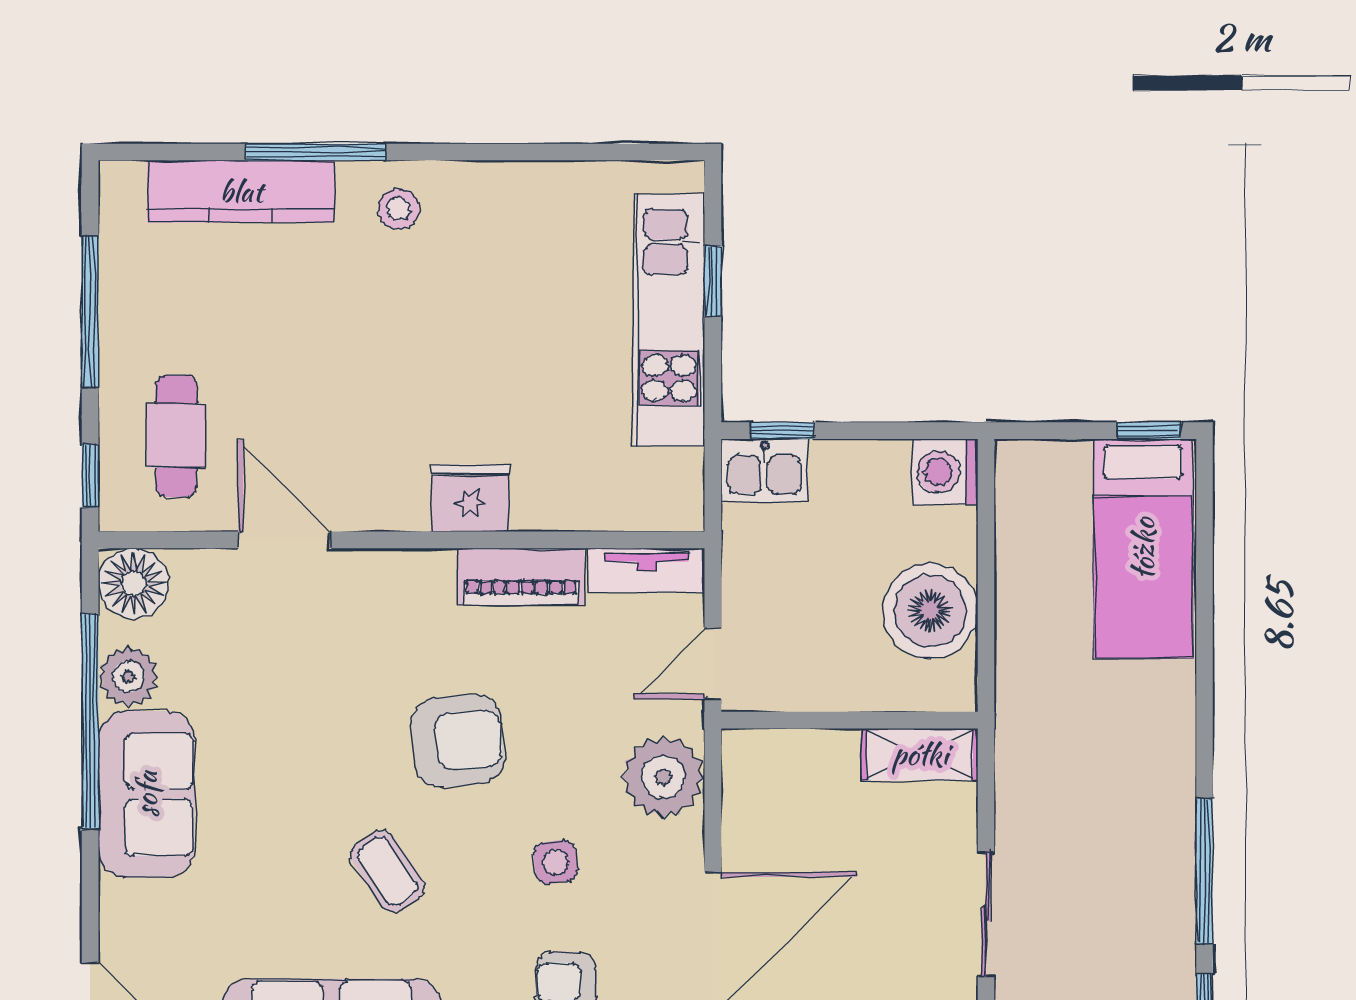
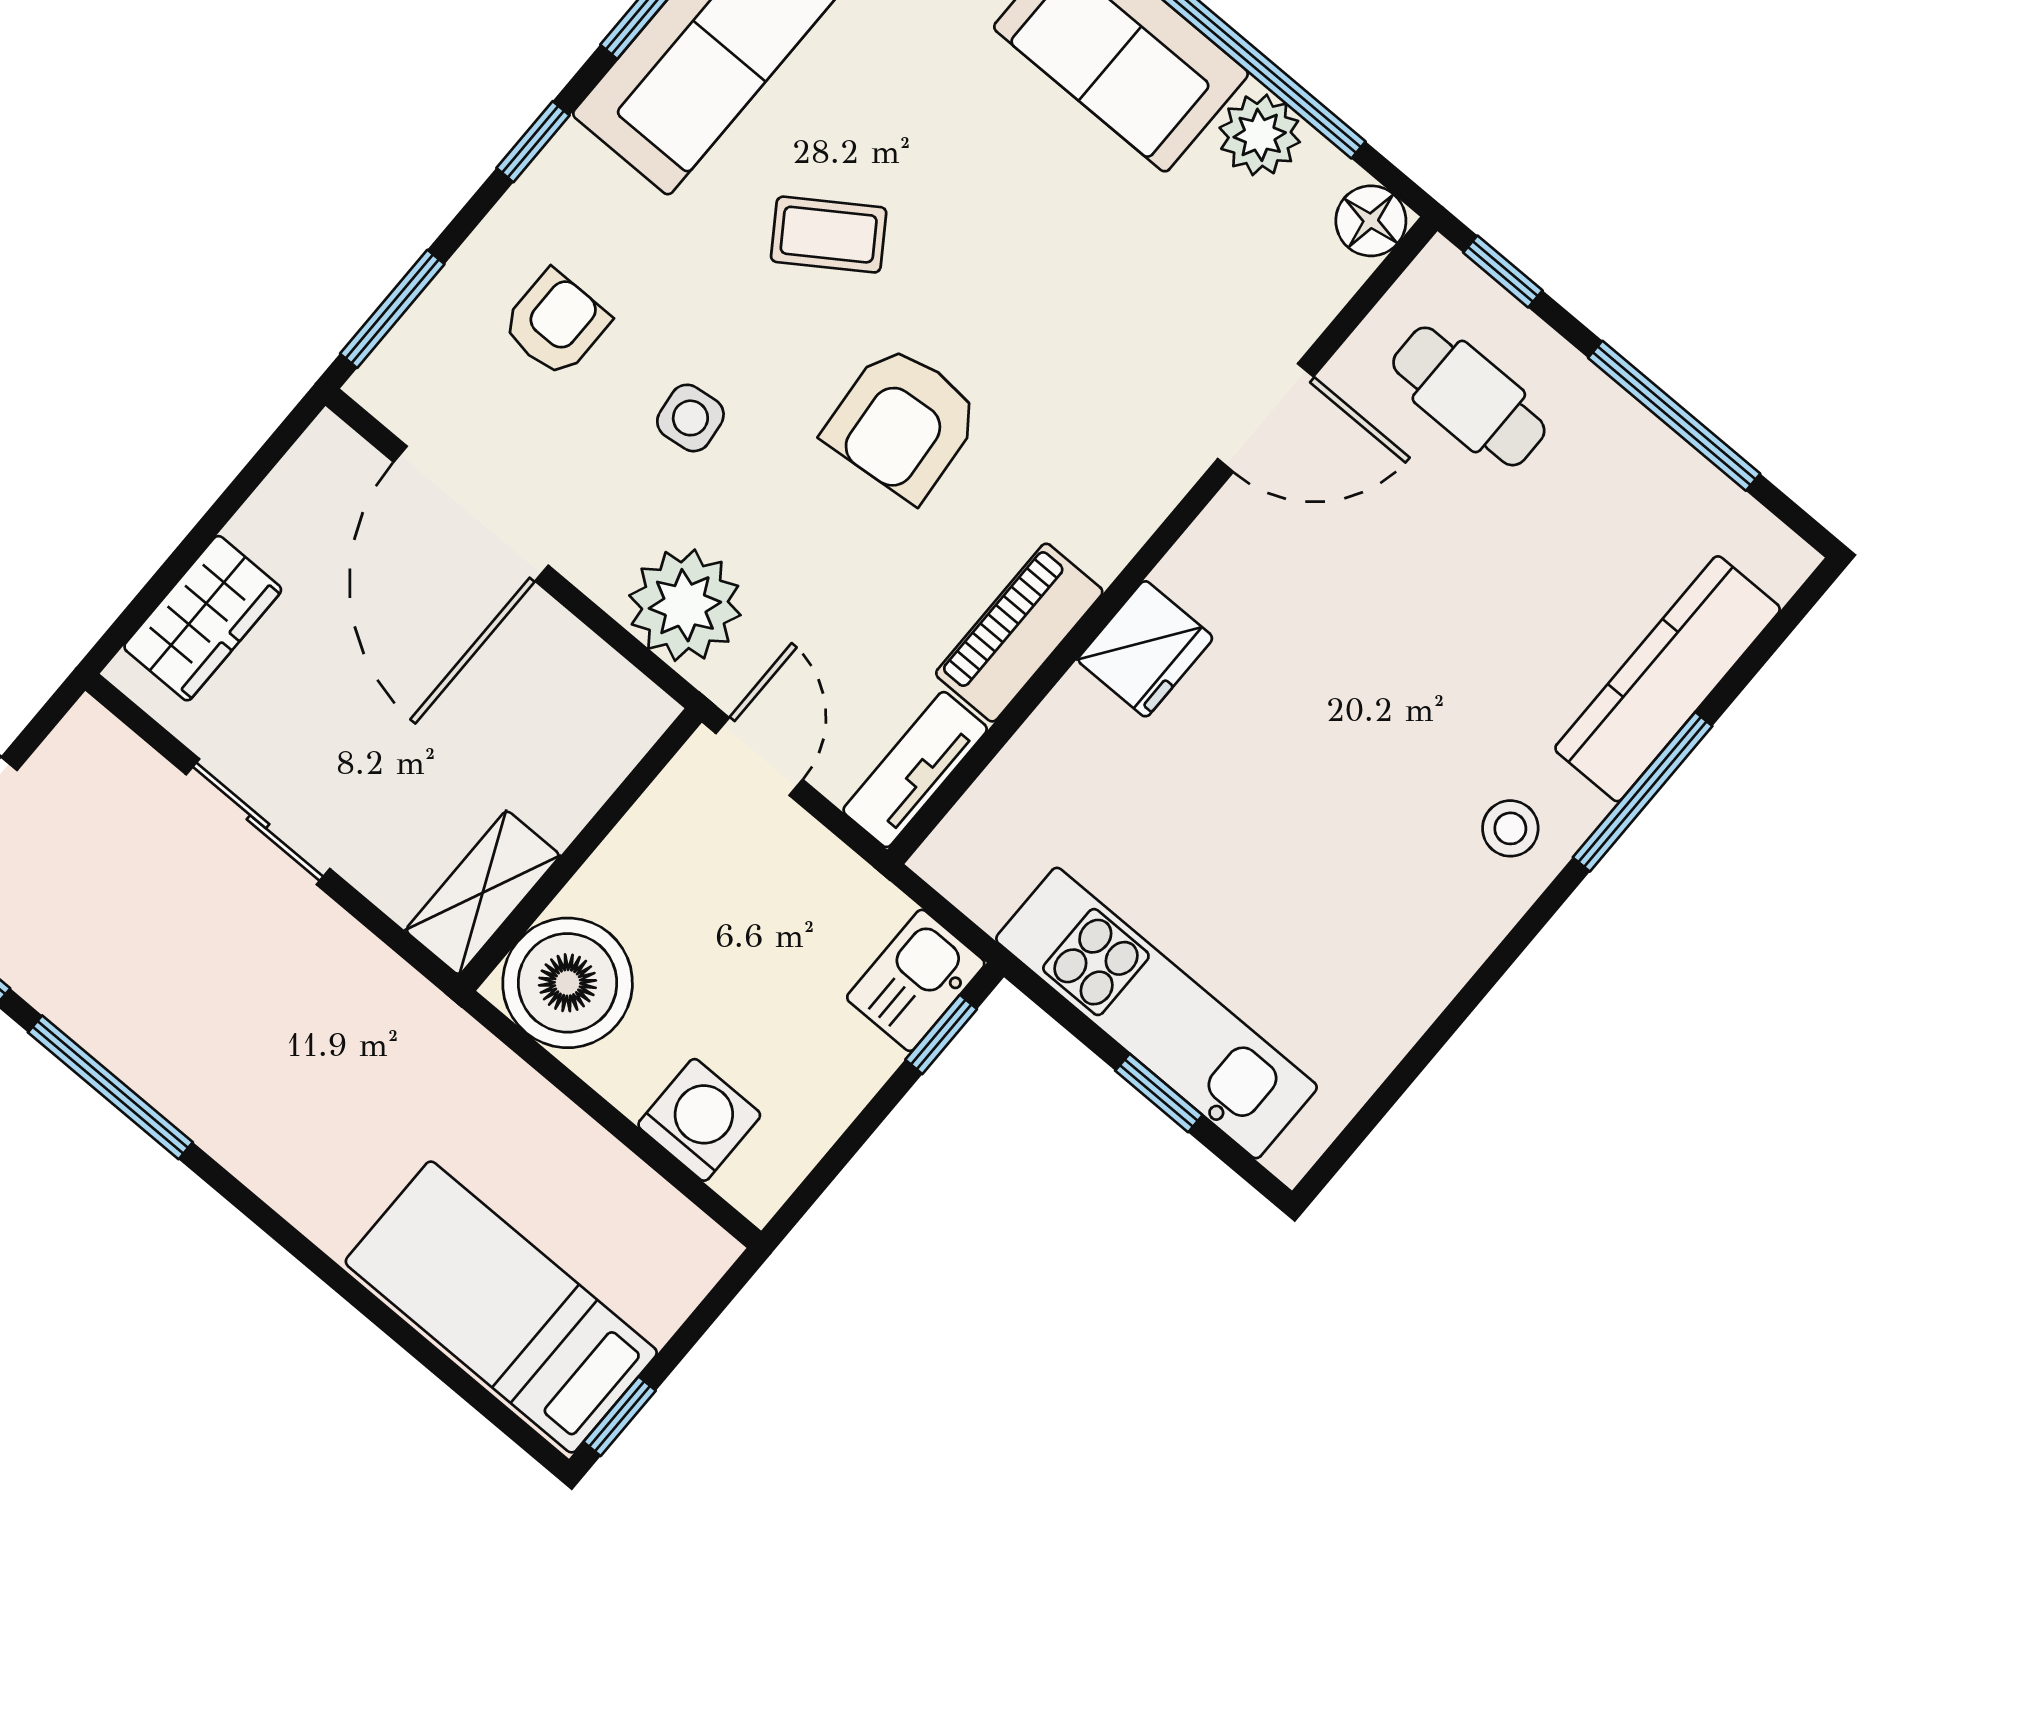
washing machine: (945, 472) -> (699, 1120), moved
floor lamp: (134, 583) -> (1371, 221), width x0.73, depth x0.73
boiler: (930, 611) -> (568, 983), moved

